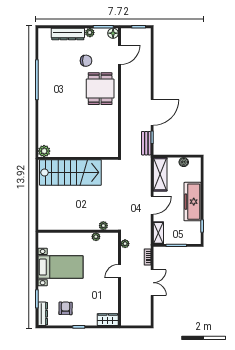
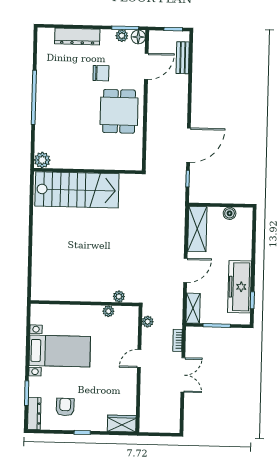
plant: (90, 33) -> (122, 36), moved
bench: (146, 143) -> (183, 58), moved
plant: (44, 151) -> (42, 160), moved
wall: (78, 158) -> (88, 171), moved
stairs: (70, 172) -> (77, 190), moved
freezer: (193, 202) -> (240, 287), moved

